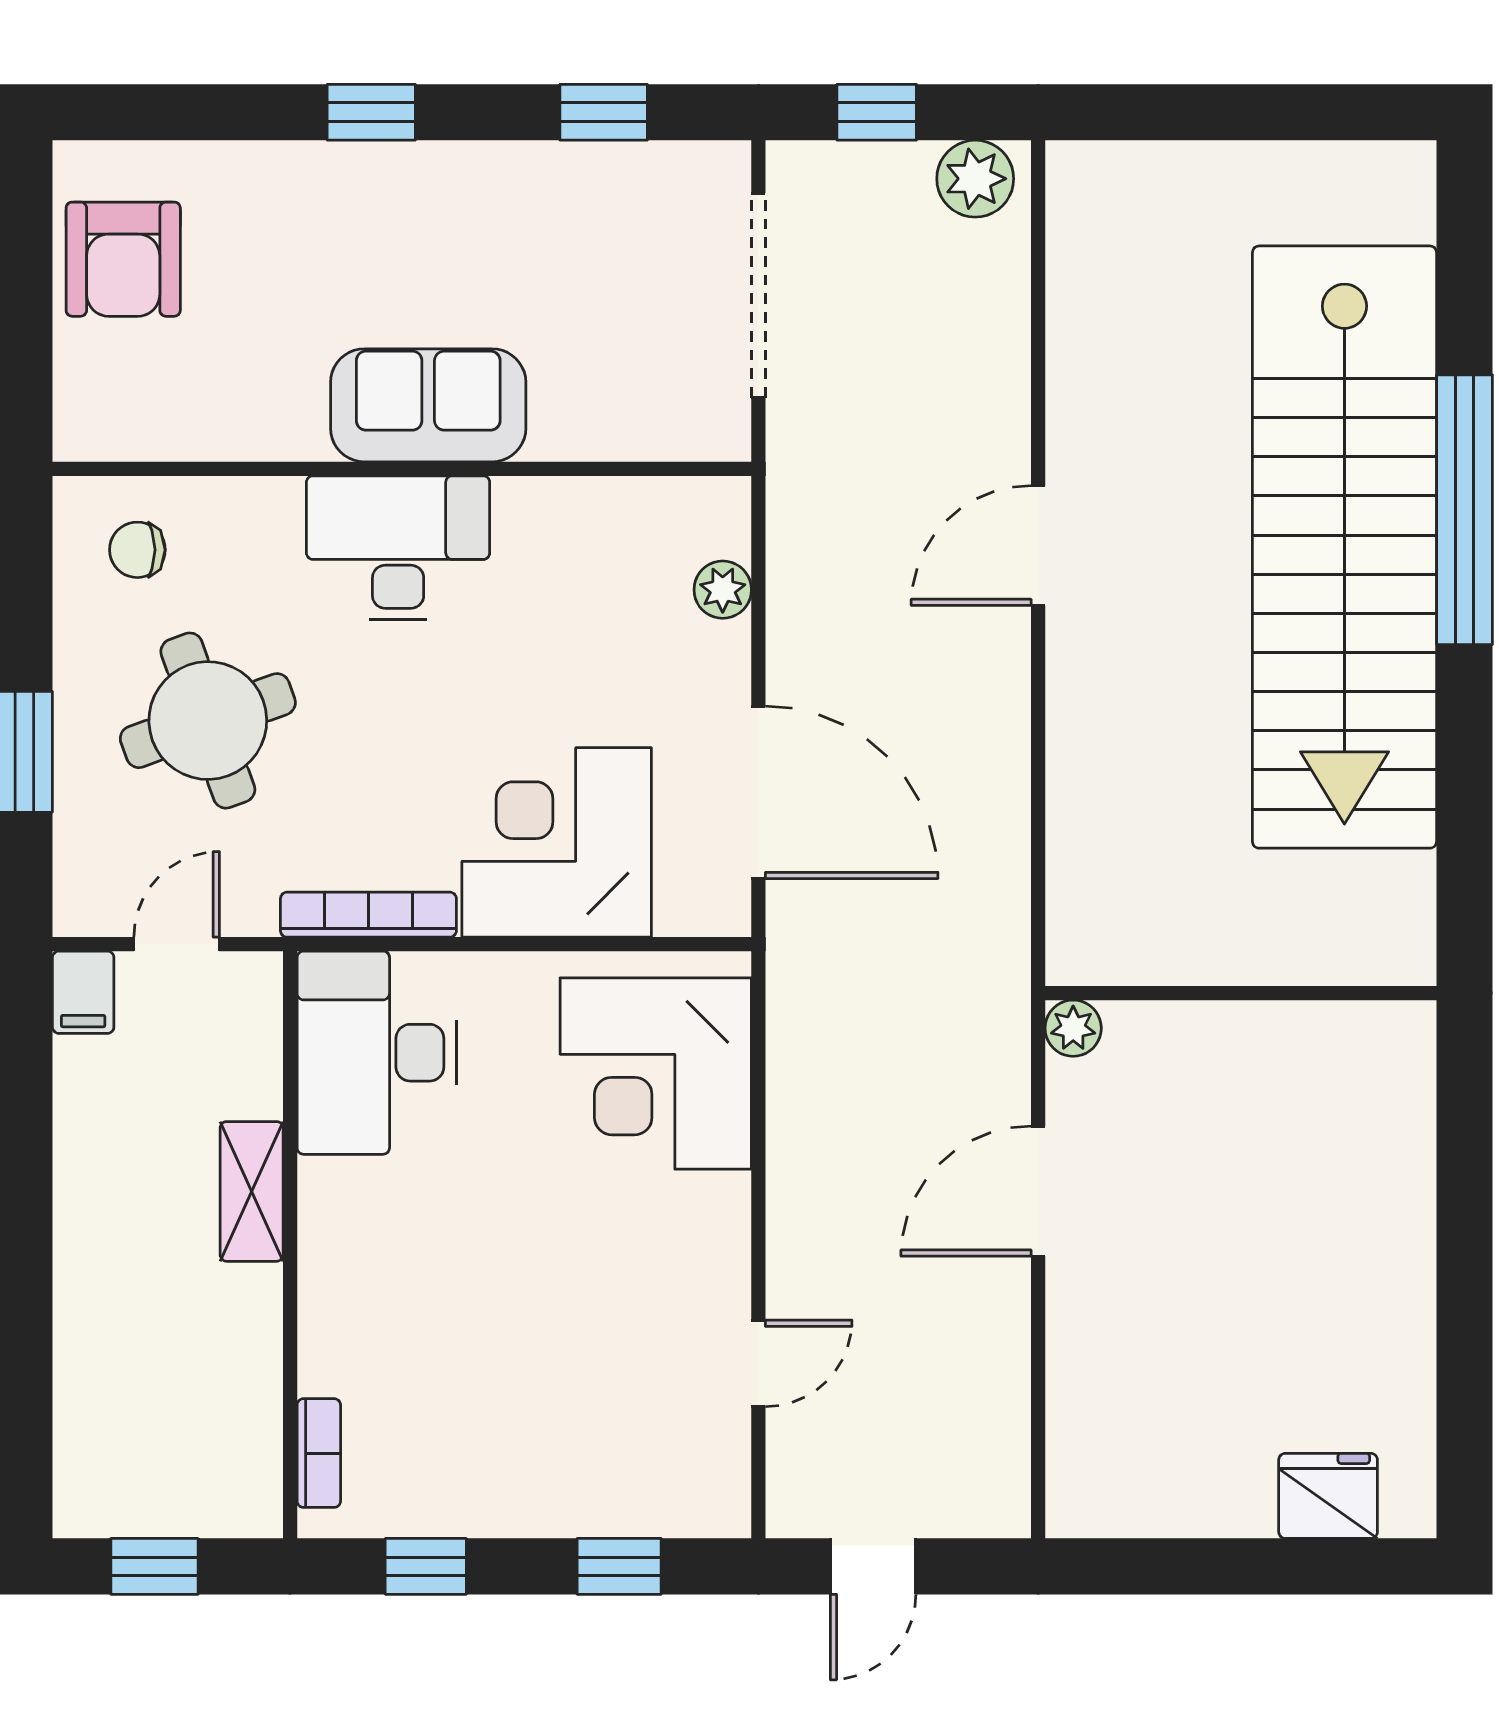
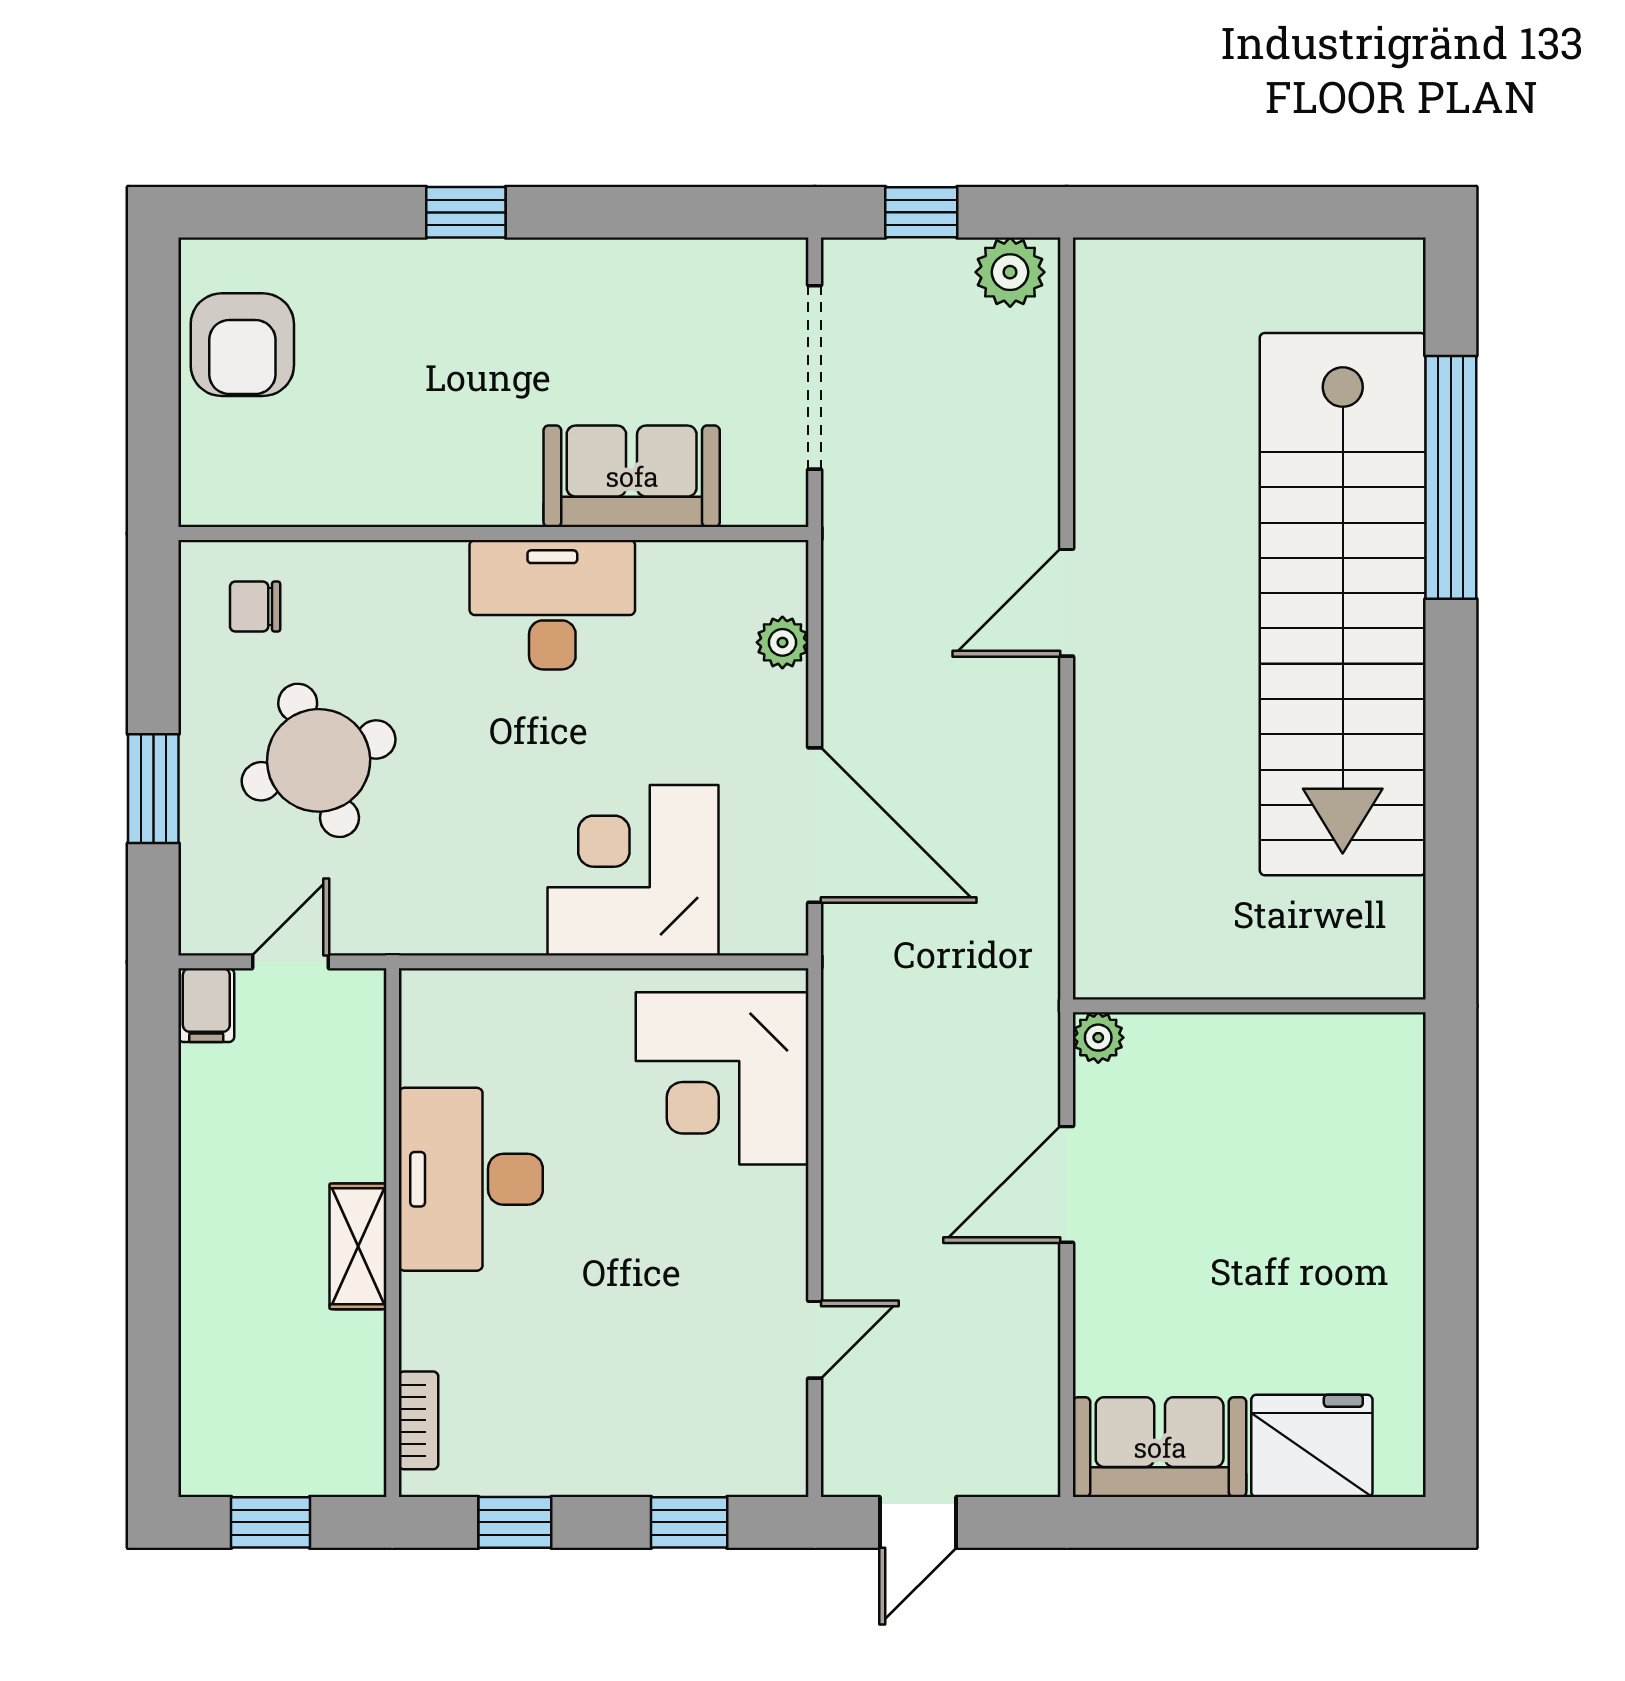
window: (604, 112) -> (675, 212), removed
sofa: (428, 405) -> (632, 476), moved
window: (1464, 510) -> (1451, 477), moved
desk: (398, 548) -> (552, 605), moved
bookcase: (368, 915) -> (463, 935), removed
desk: (377, 1053) -> (471, 1179), moved
shelving: (252, 1191) -> (358, 1246), moved
sofa: (1141, 1483) -> (1160, 1447), added
fridge: (1328, 1496) -> (1312, 1446), width x1.36, depth x1.34

